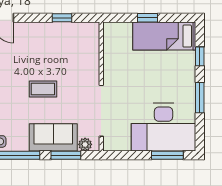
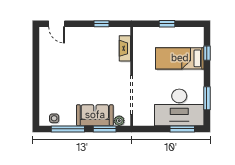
bed: (164, 36) -> (180, 58), moved
fireplace: (92, 50) -> (125, 48), added
coffee table: (43, 89) -> (87, 78), removed
window: (200, 98) -> (207, 98), moved

